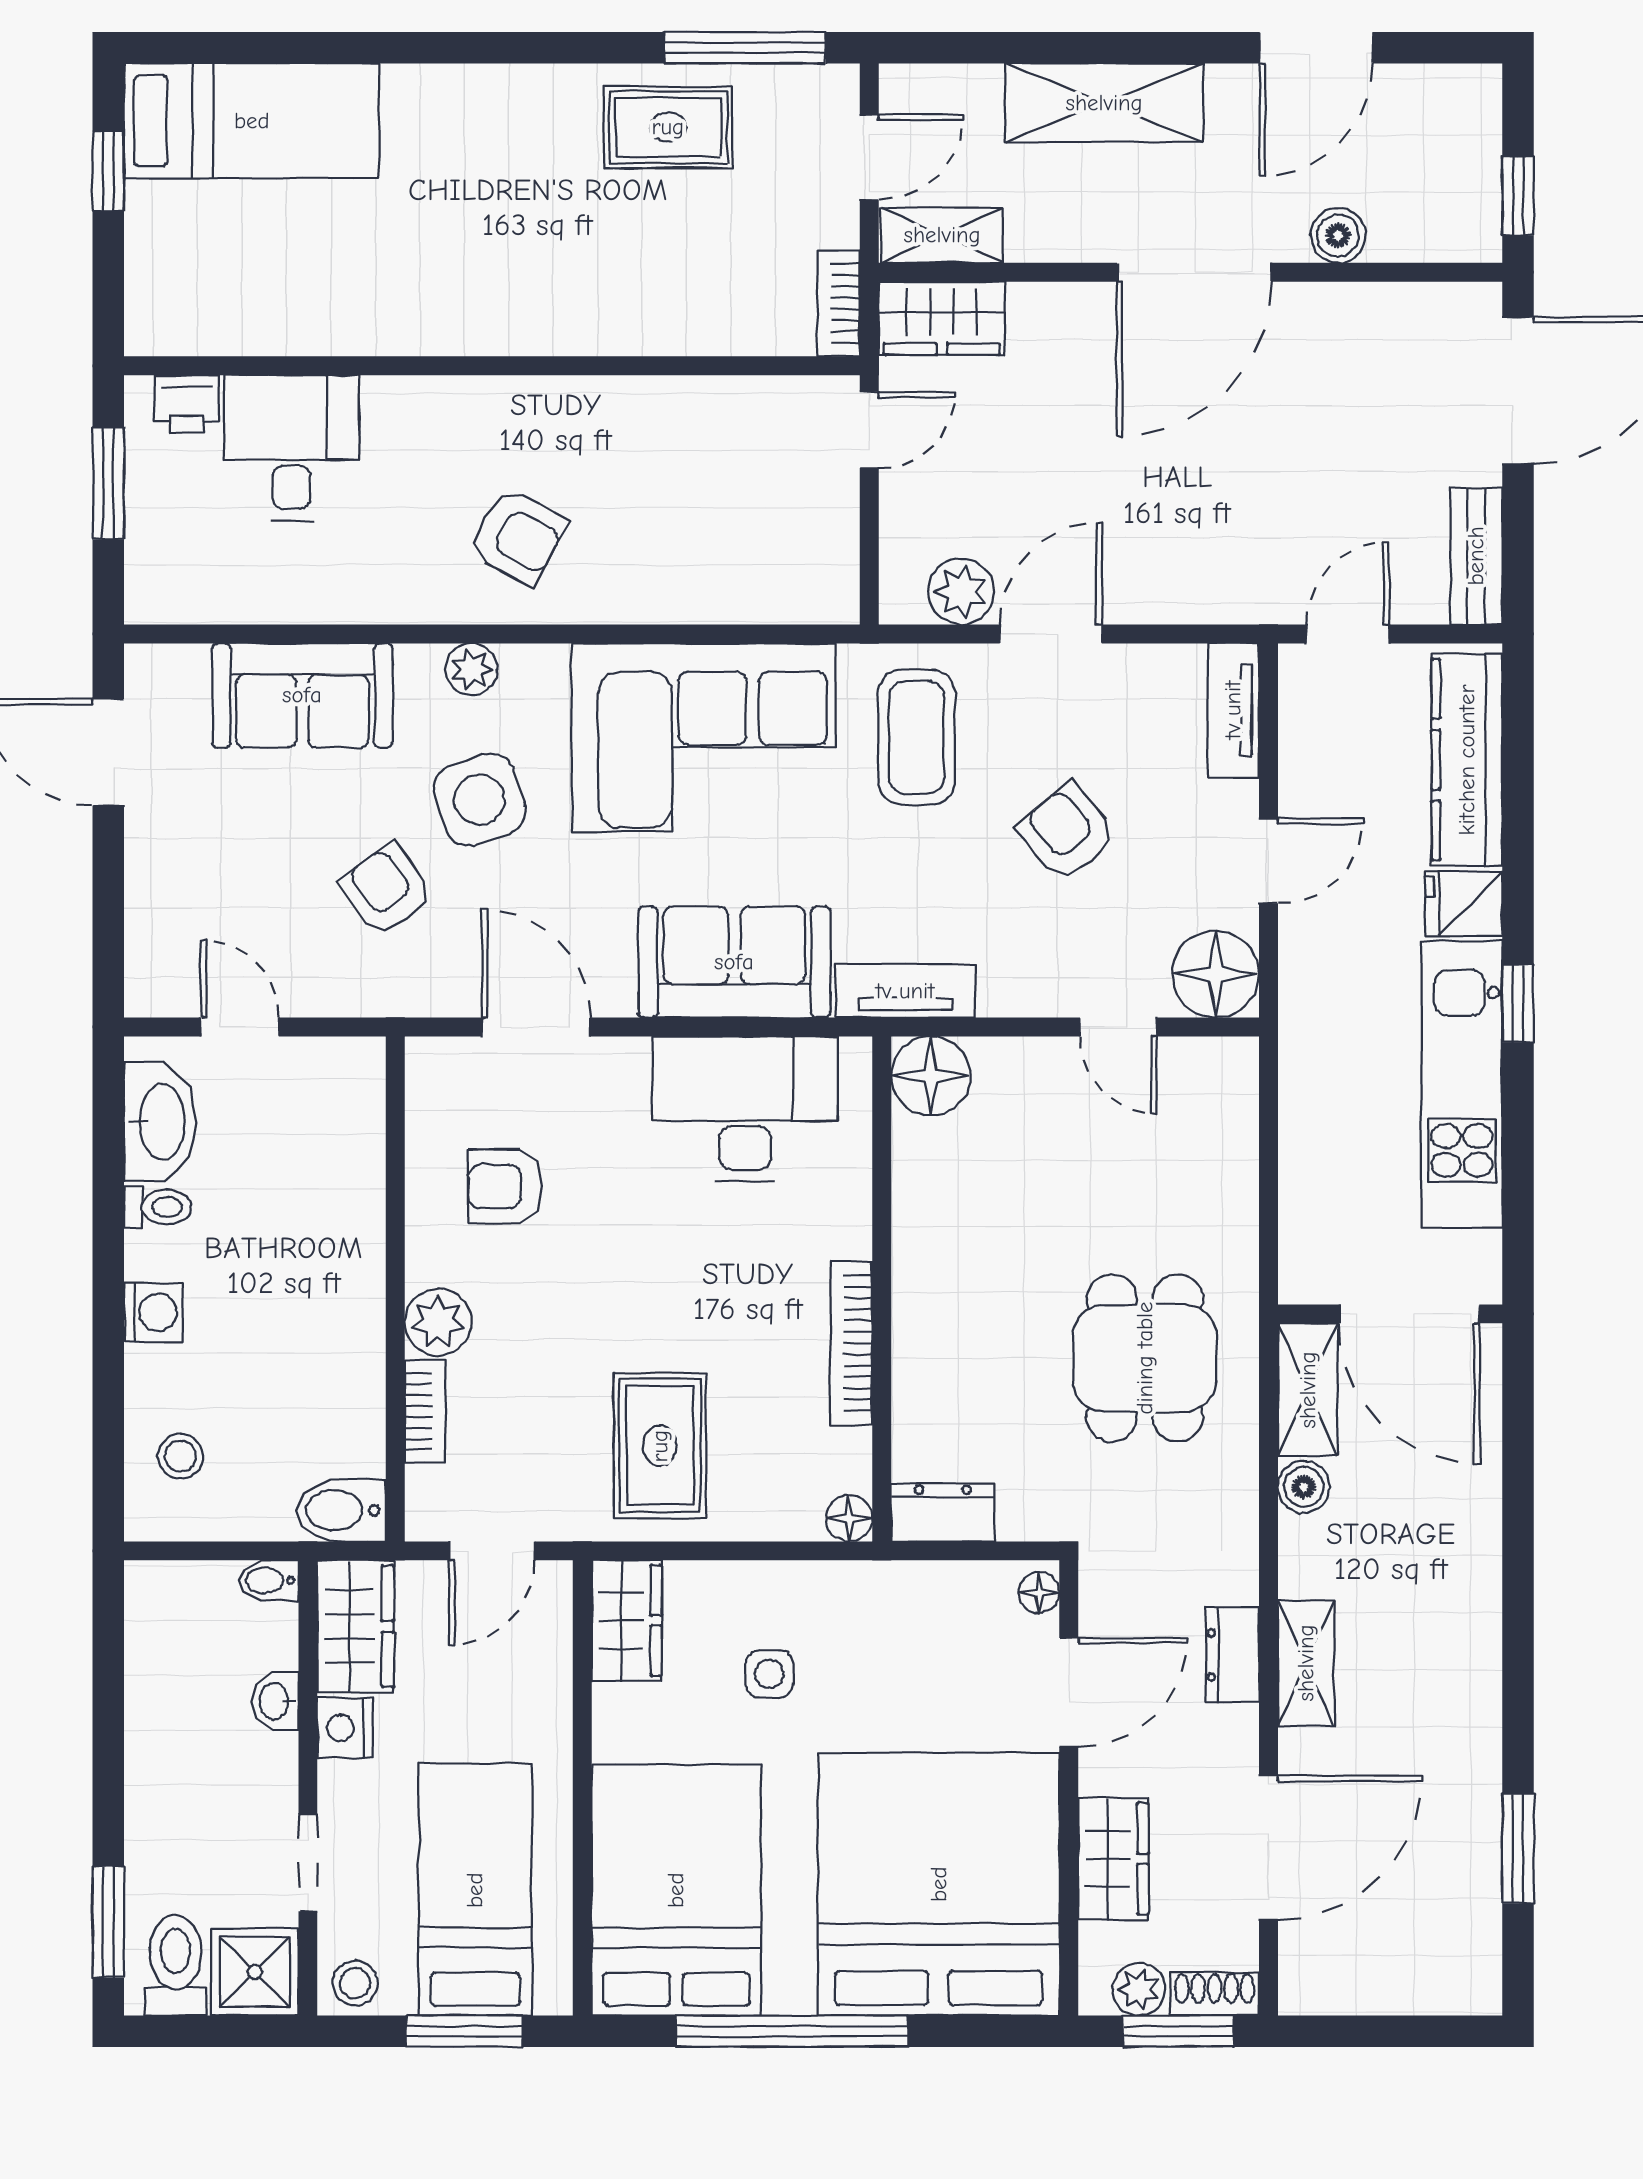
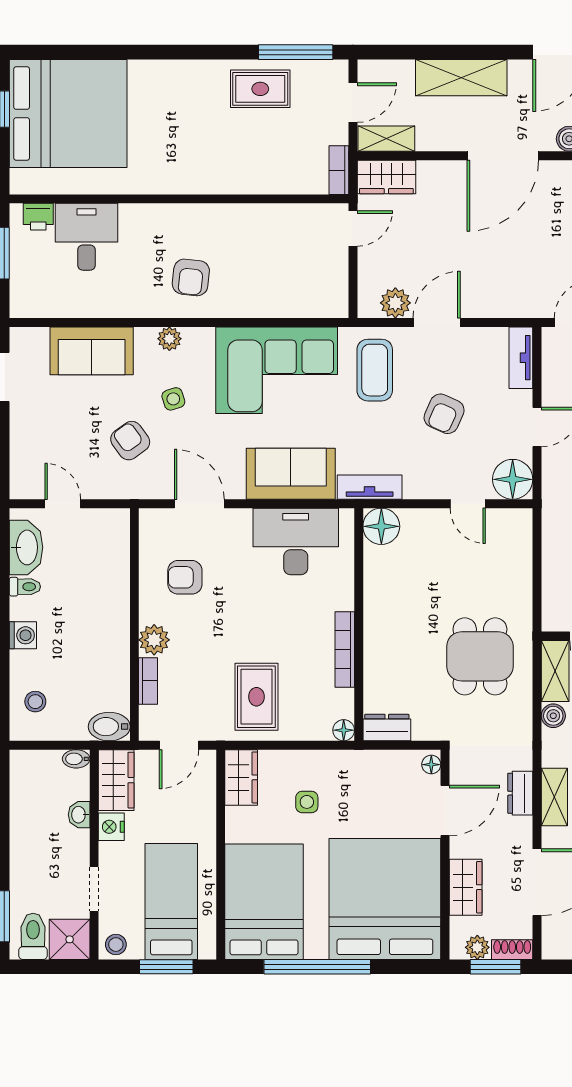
bed: (252, 121) -> (68, 113), width x2.04
armchair: (518, 536) -> (191, 277), turned 67
side table: (480, 800) -> (173, 399), width x0.54, depth x0.54
armchair: (1067, 832) -> (444, 414), turned -116

